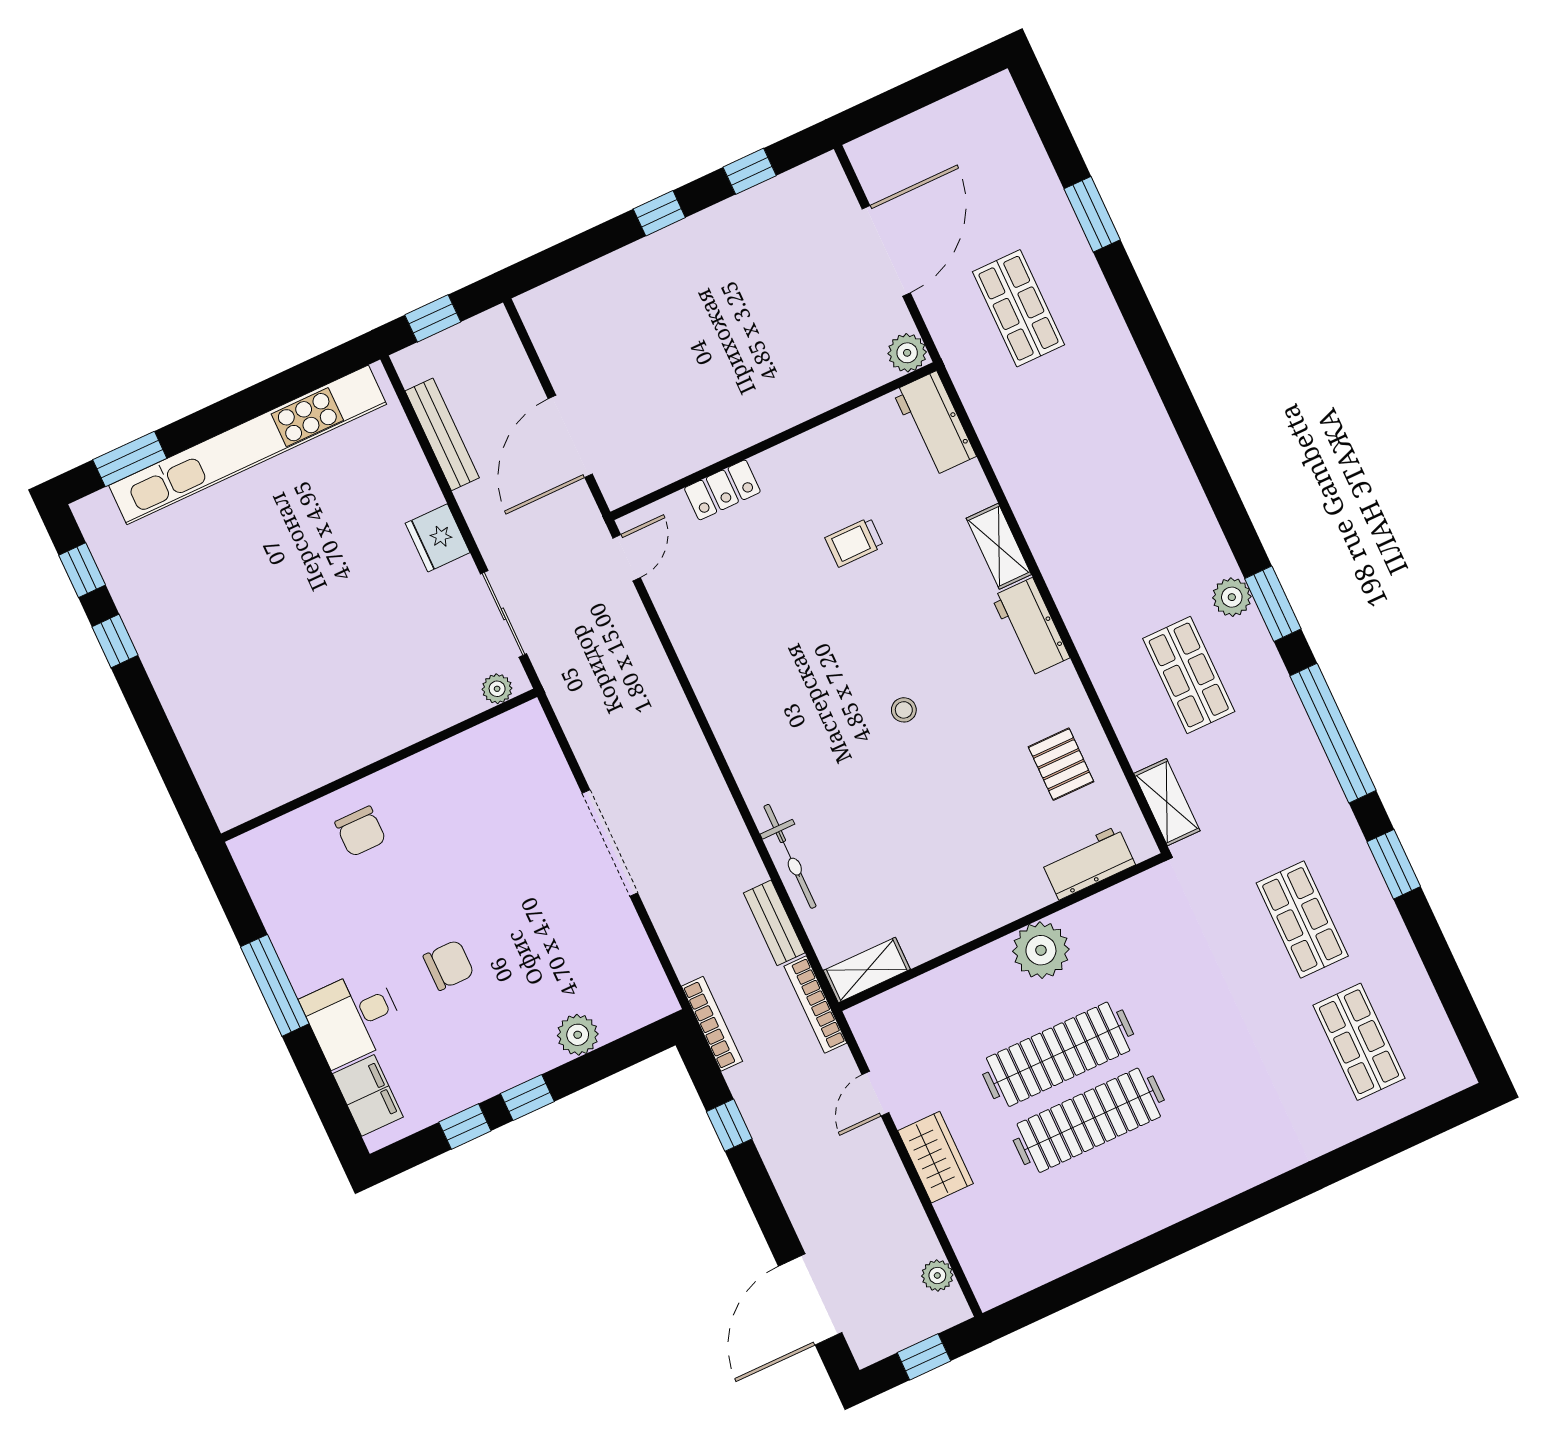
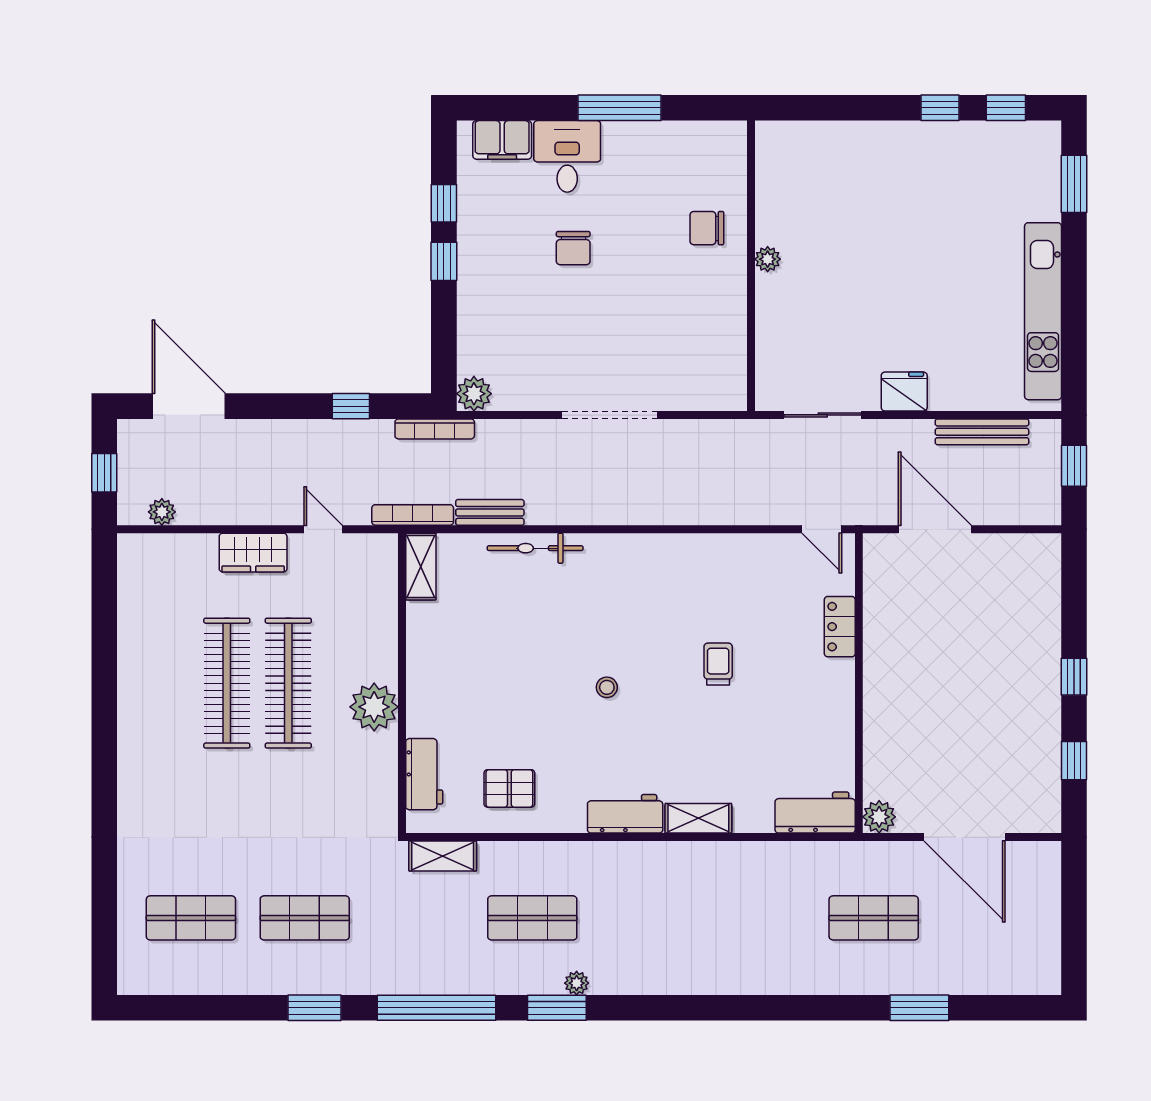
kitchen unit: (248, 445) -> (1043, 311), width x0.73
trolley: (854, 542) -> (718, 664), moved
plant: (1232, 597) -> (577, 983), width x0.73, depth x0.73
plant: (497, 689) -> (768, 259), moved
plant: (578, 1035) -> (474, 394), moved

